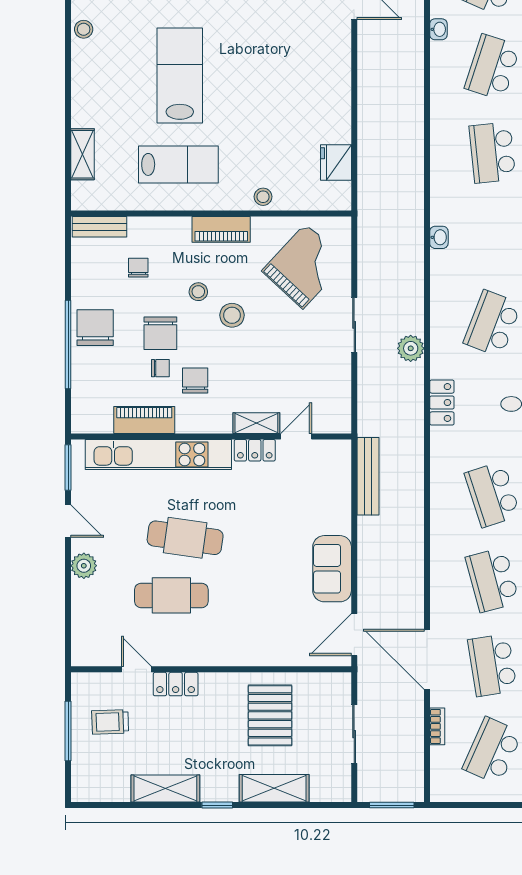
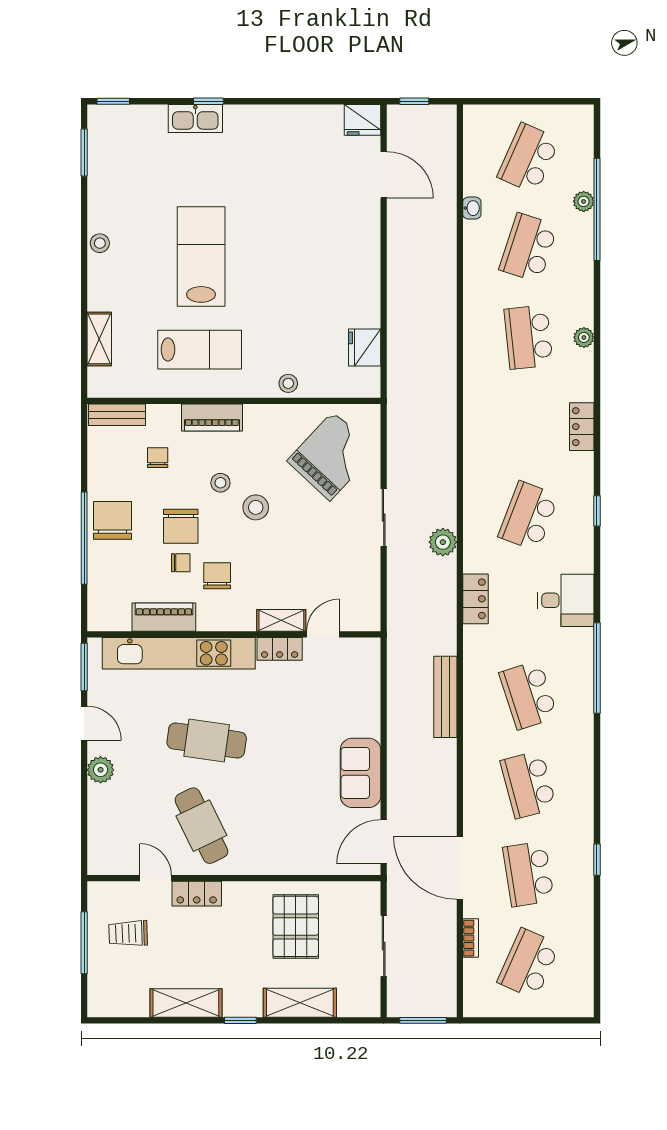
stool: (84, 29) -> (100, 243), moved
piano: (221, 229) -> (212, 417), moved
washbasin: (439, 237) -> (472, 426), removed
bench: (368, 476) -> (445, 697), moved
cafe table: (171, 595) -> (201, 826), moved, turned 64

